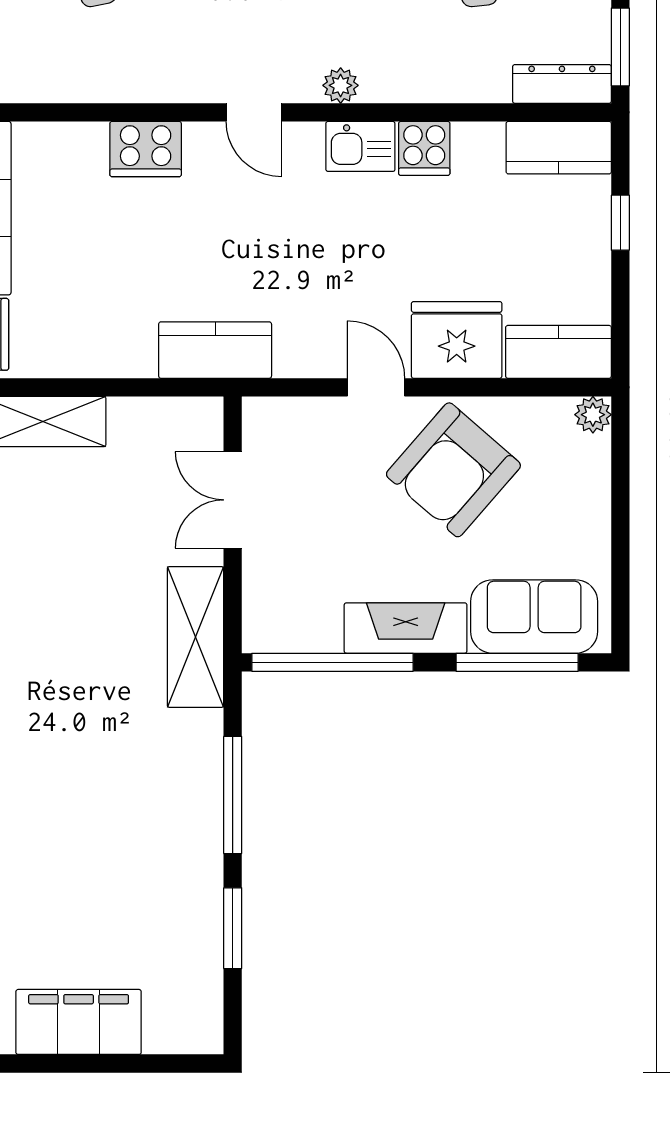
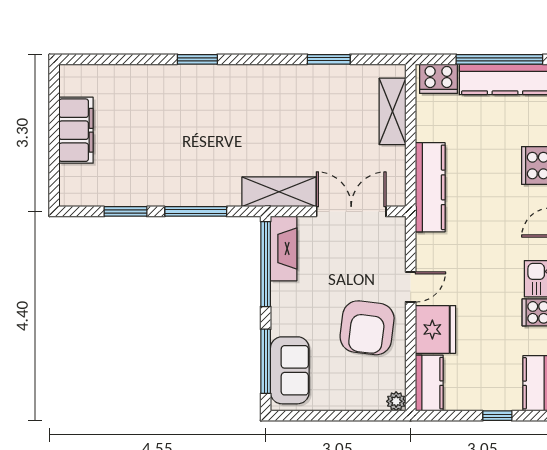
kitchen counter: (215, 350) -> (430, 187), width x1.50
armchair: (453, 470) -> (367, 328), turned -124
double door: (233, 500) -> (351, 211), width x1.37
fireplace: (406, 628) -> (284, 249), moved

